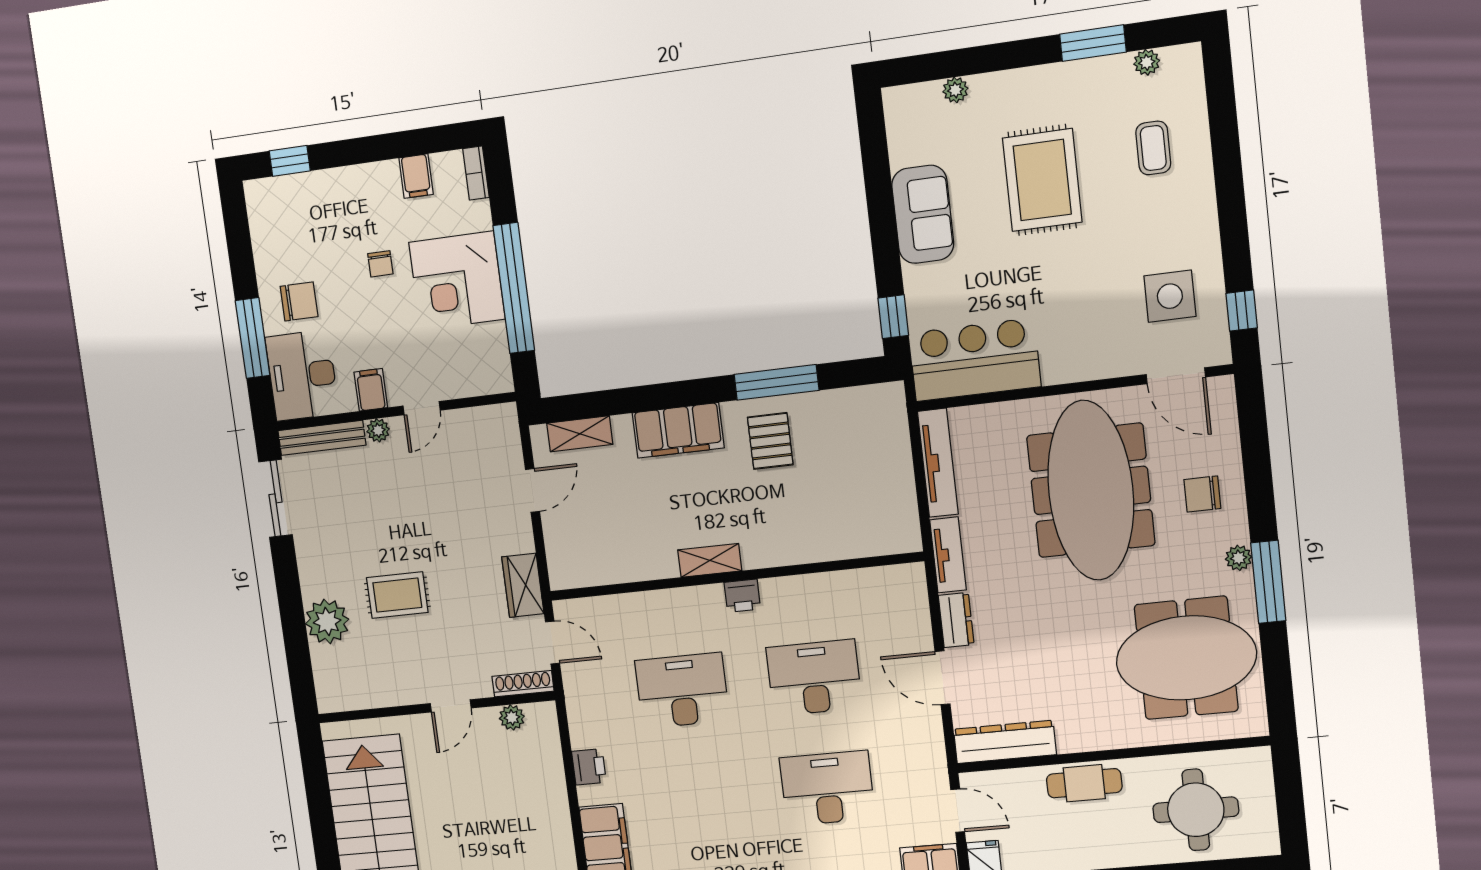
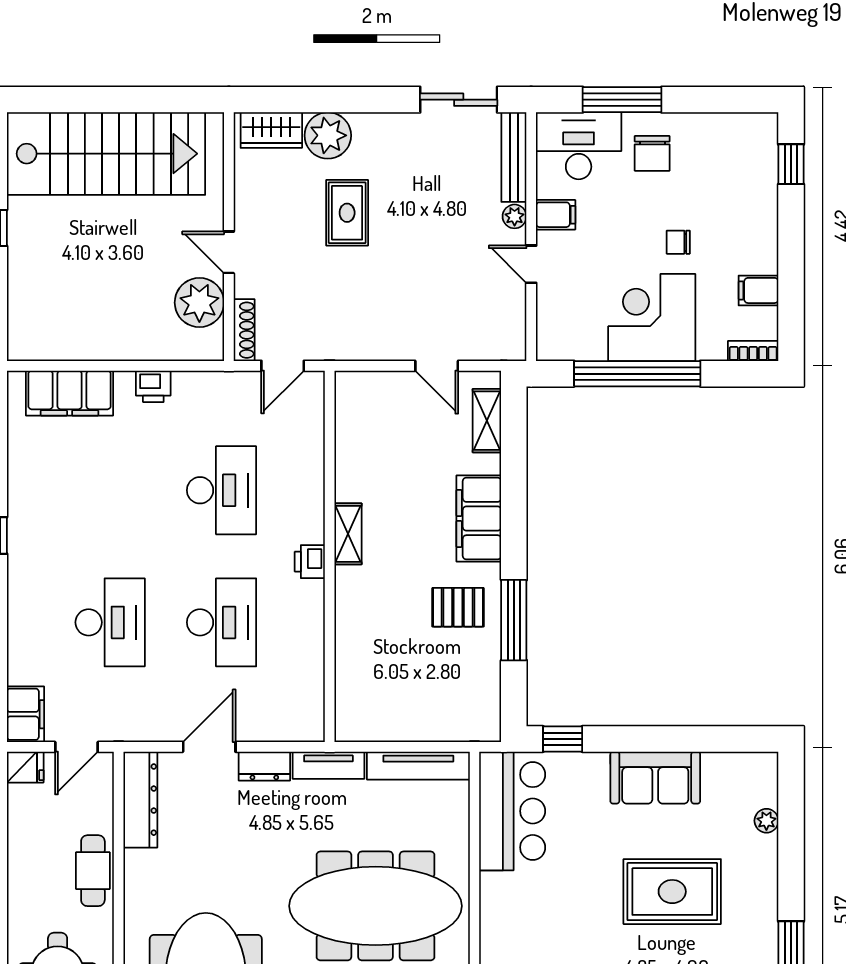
wardrobe: (523, 585) -> (271, 130), moved, turned 180
plant: (512, 717) -> (199, 303), width x1.88, depth x1.88

